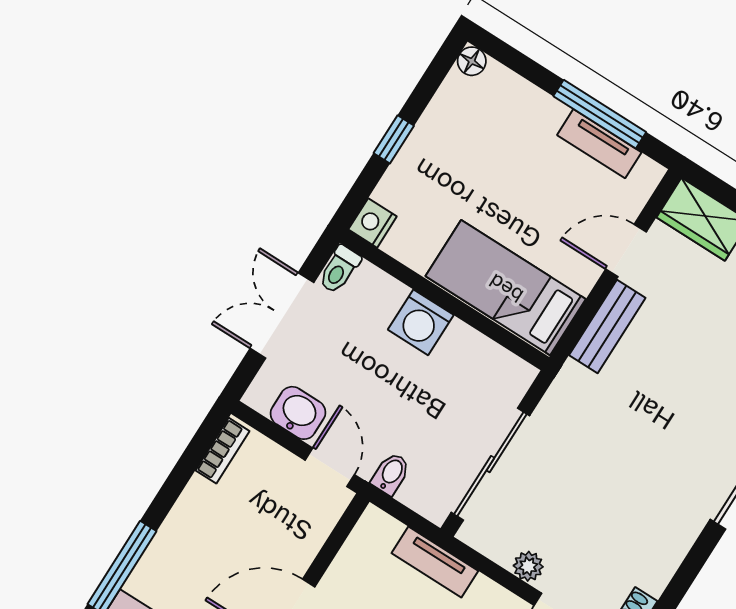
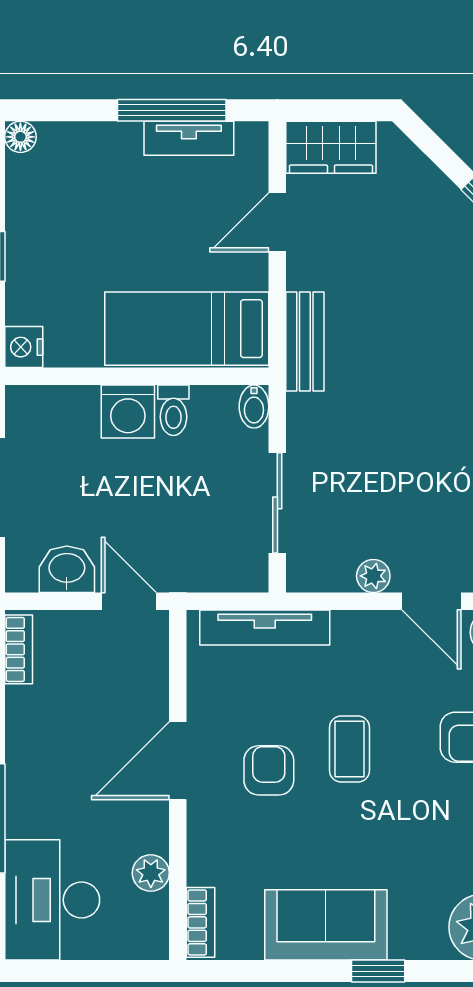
toilet: (339, 269) -> (173, 410), moved
bench: (607, 327) -> (305, 341), moved
sliding door: (490, 464) -> (277, 503), width x0.73
bidet: (391, 474) -> (254, 407), moved, turned 180
tv unit: (435, 562) -> (265, 627), width x1.41

